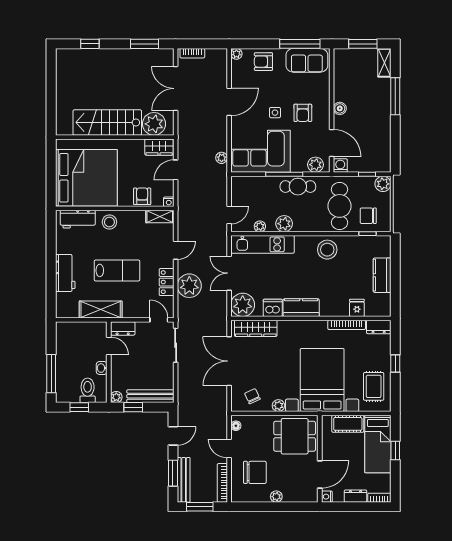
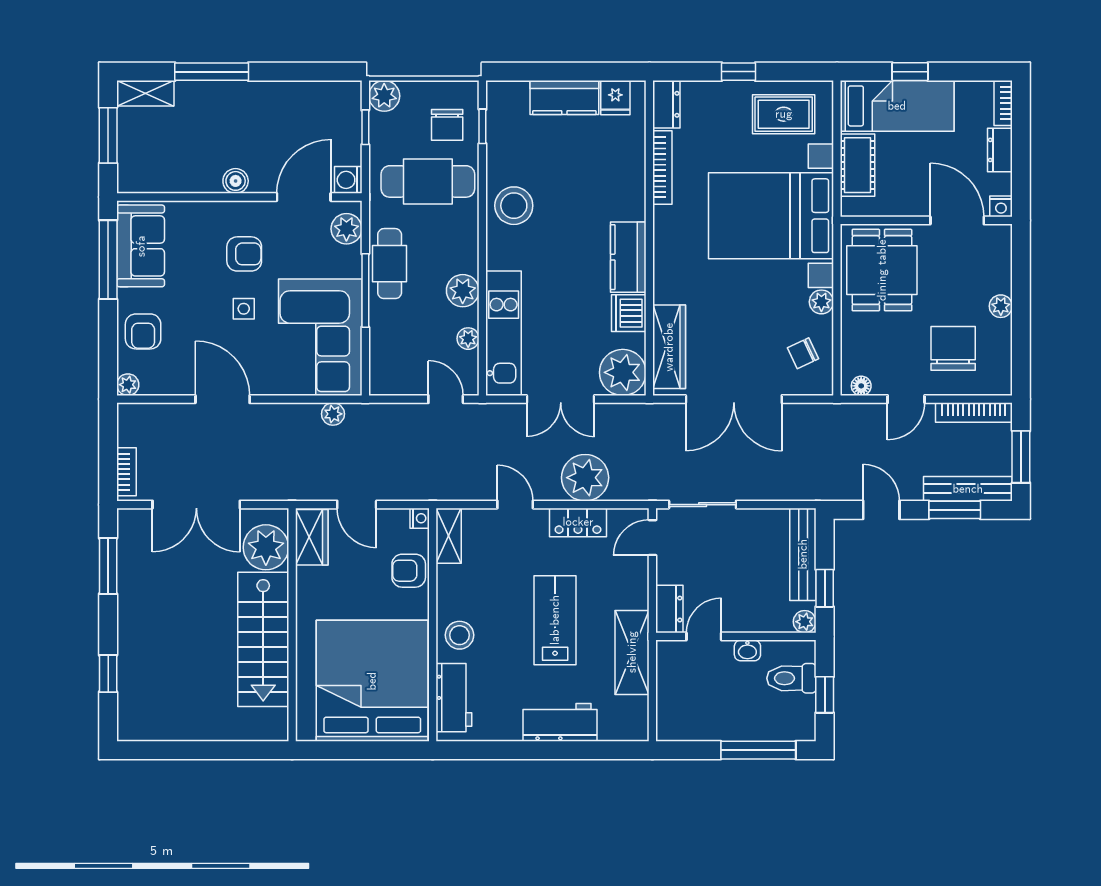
fridge: (357, 308) -> (615, 98), moved, turned -90

